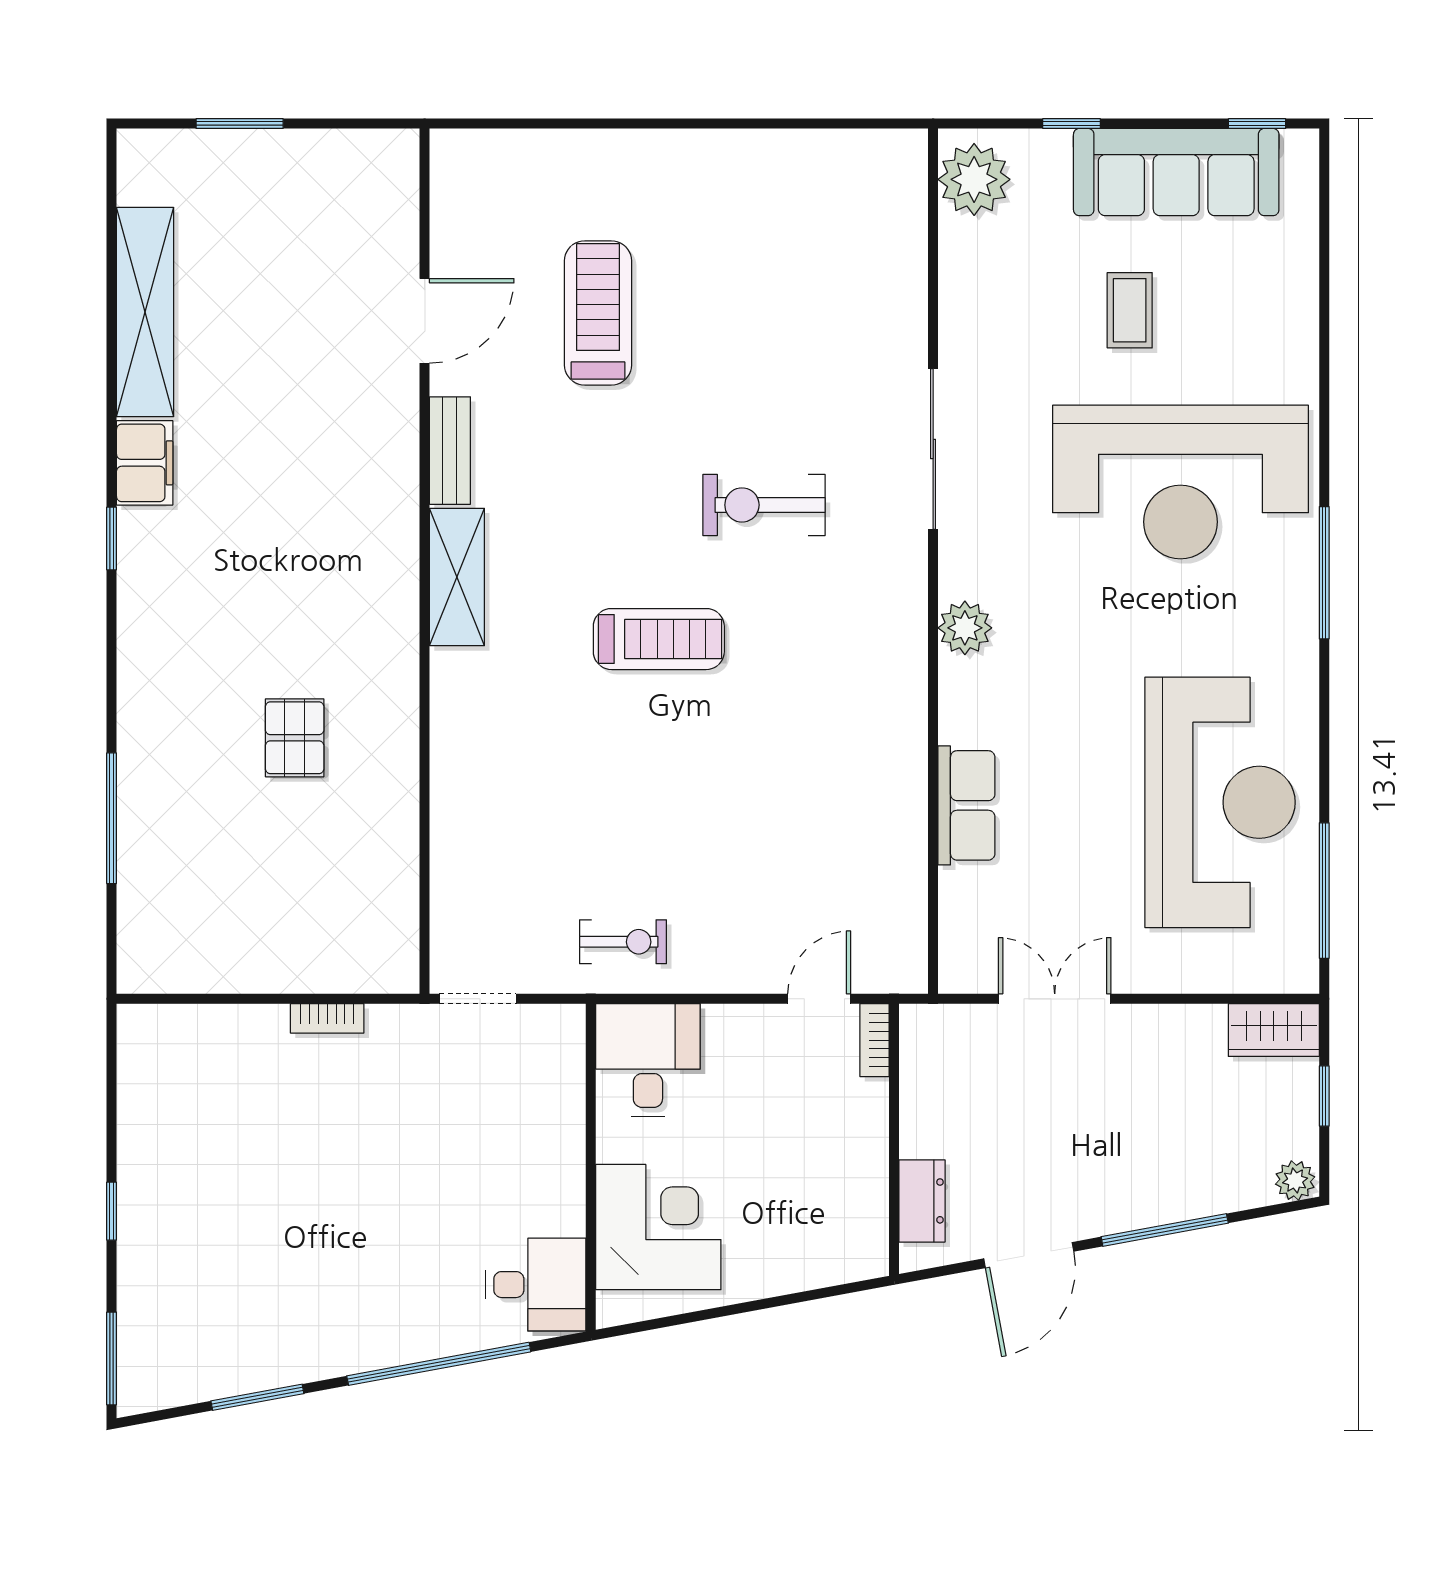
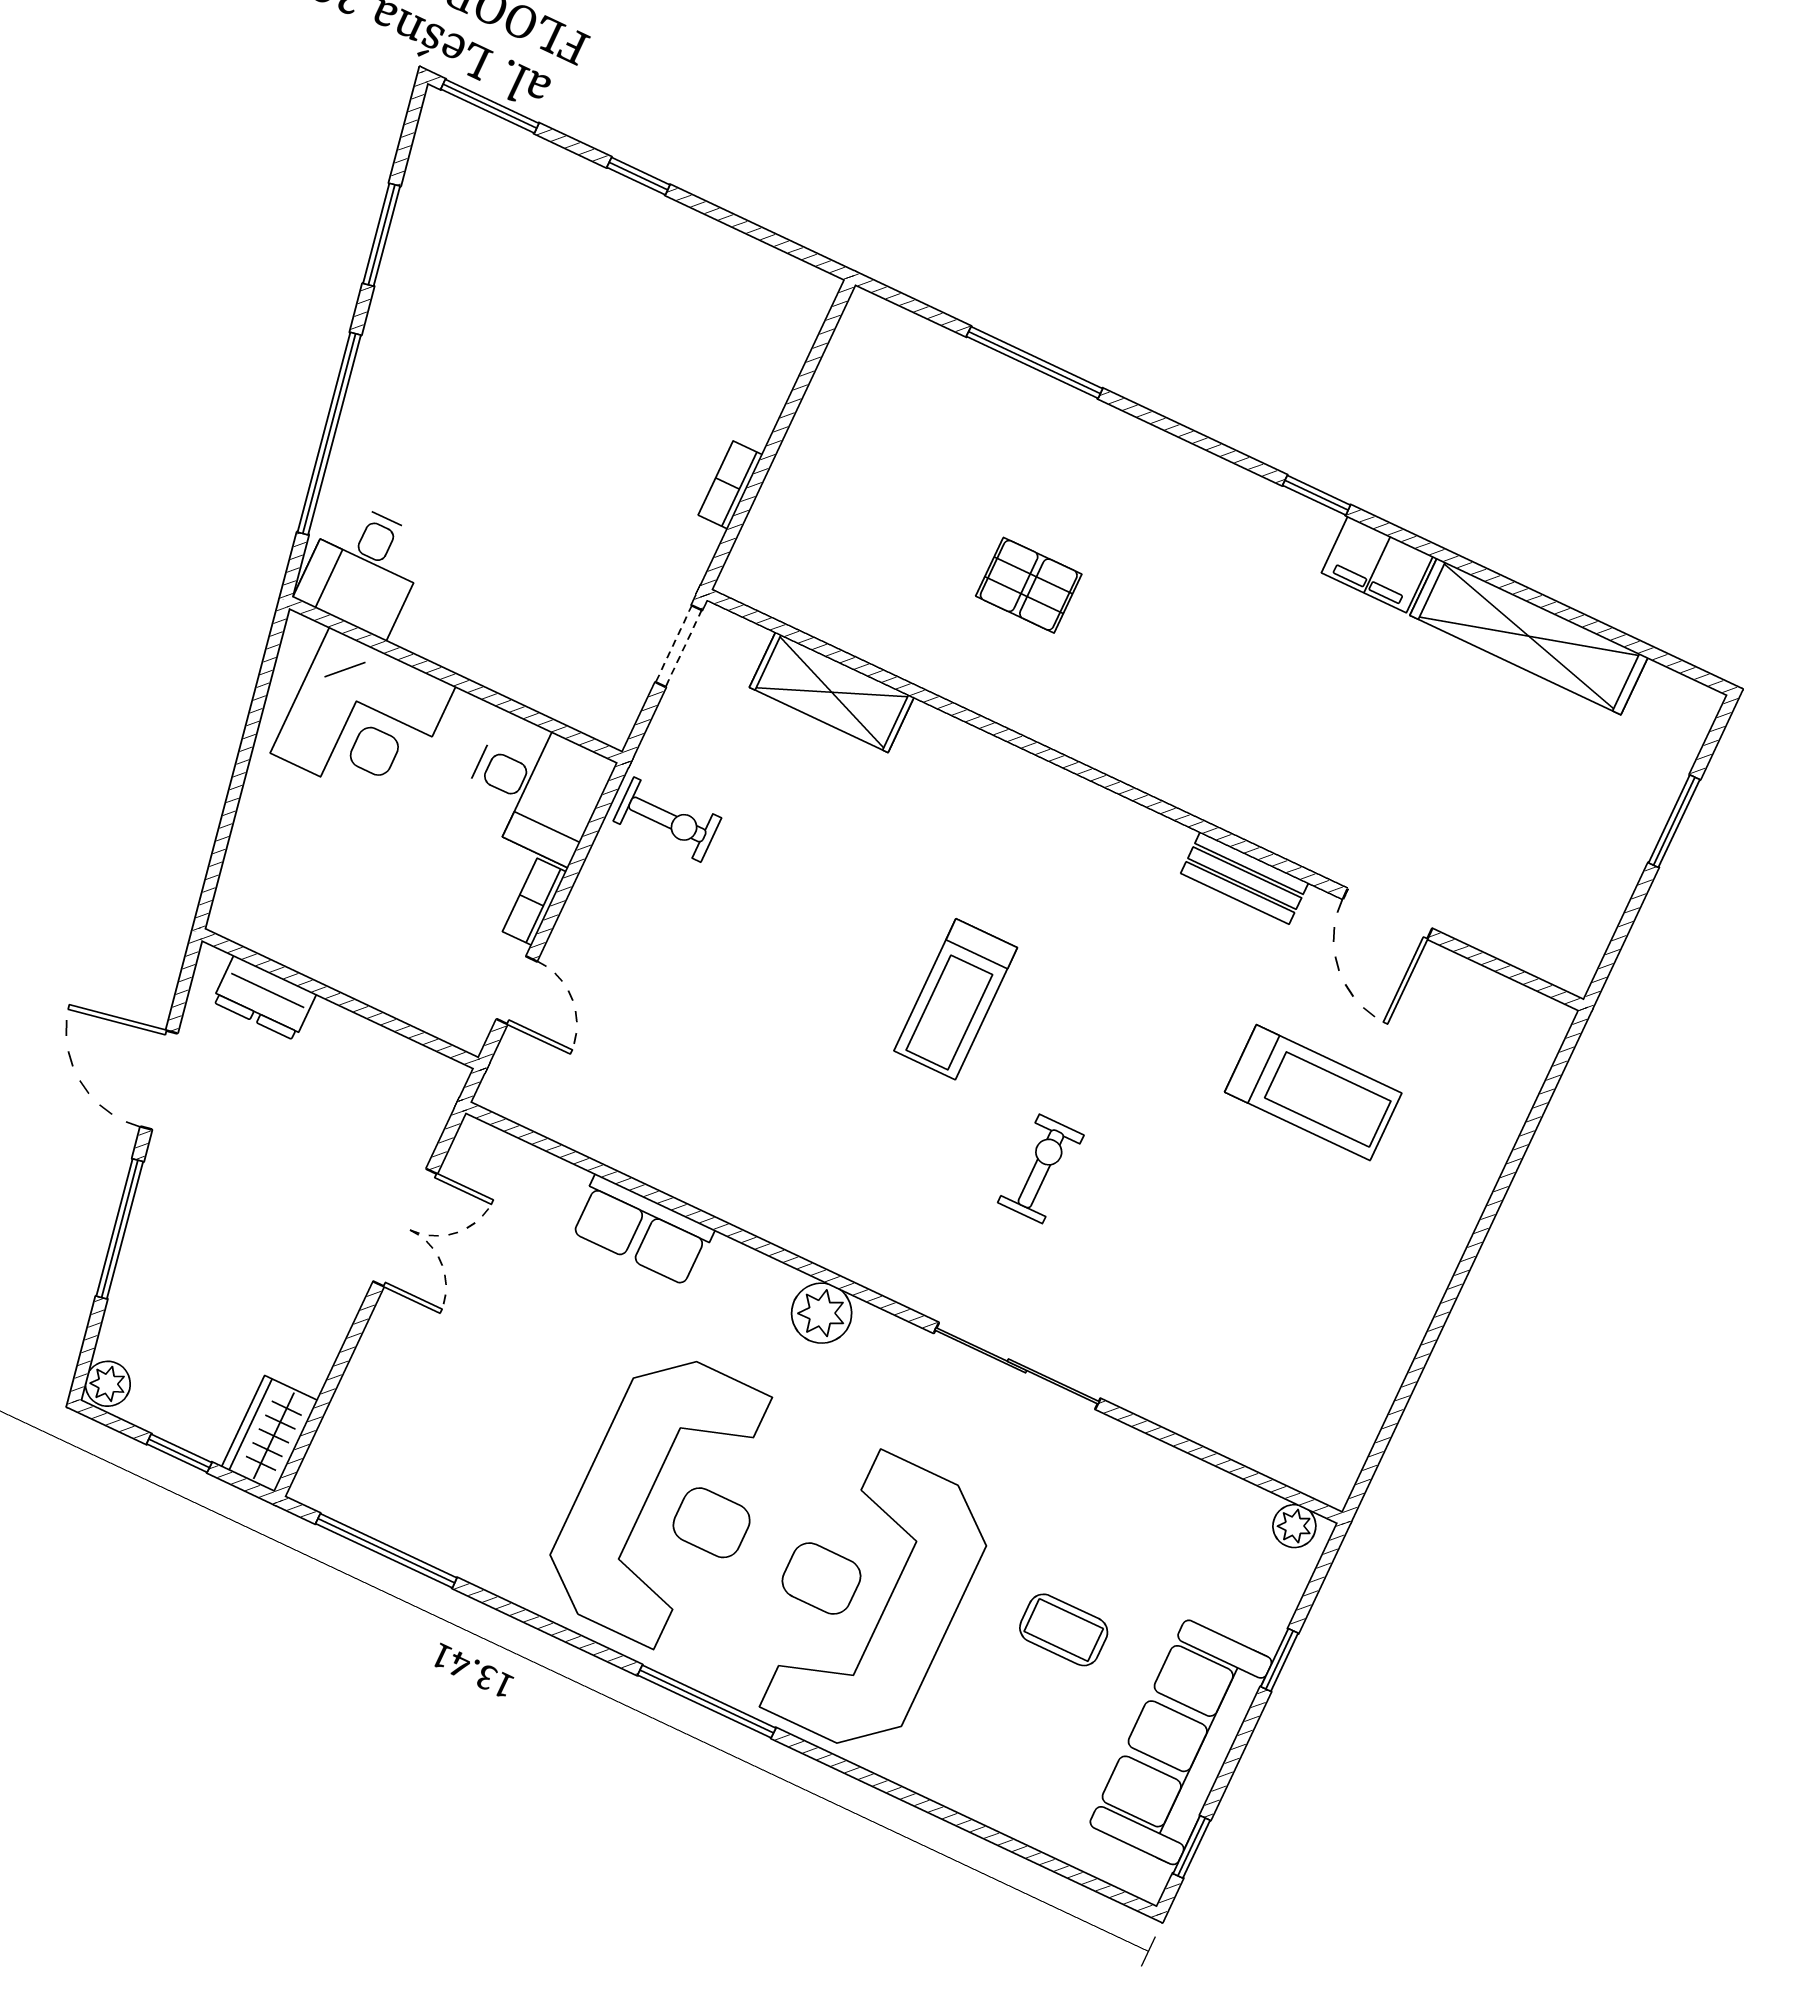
plant: (974, 179) -> (1294, 1526), width x0.53, depth x0.53
exercise bike: (764, 505) -> (1041, 1169), width x0.73, depth x0.72
shelving: (457, 577) -> (832, 692), moved
reception desk: (1220, 802) -> (668, 1502), moved, turned -90
exercise bike: (623, 942) -> (667, 820), turned -90
bookcase: (874, 1040) -> (535, 902), moved, turned -90

